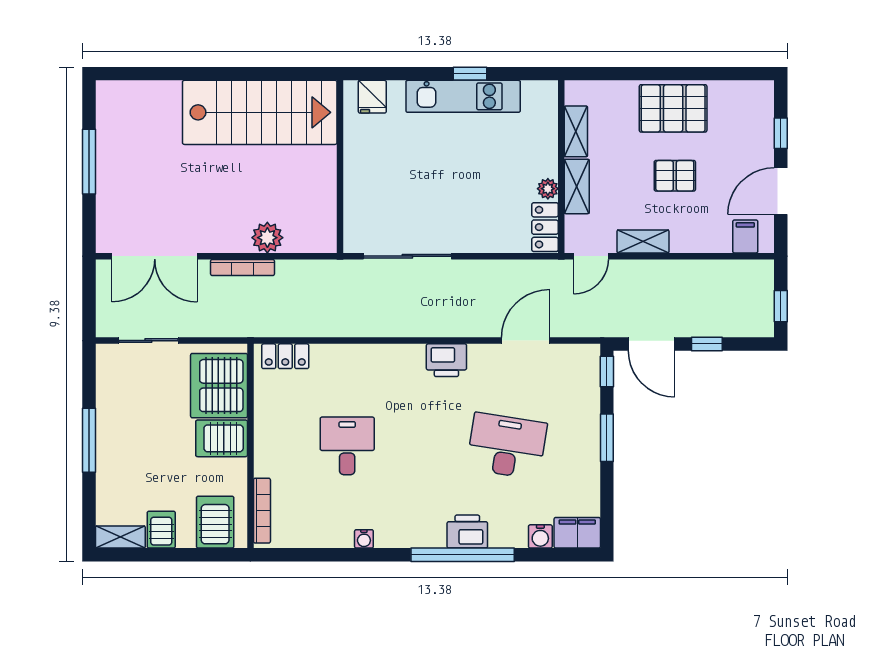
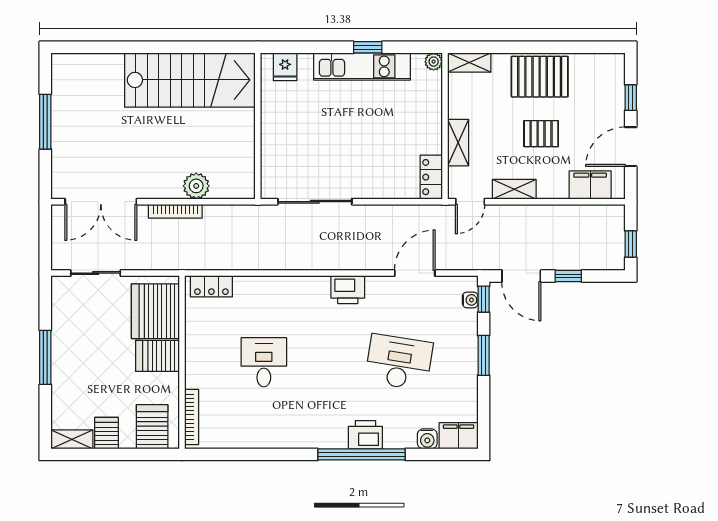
shelving: (576, 131) -> (469, 63), moved, turned 90
plant: (548, 189) -> (434, 62), moved
filing cabinet: (745, 236) -> (590, 185), width x2.00
water cooler: (364, 539) -> (470, 300), moved, turned -90

